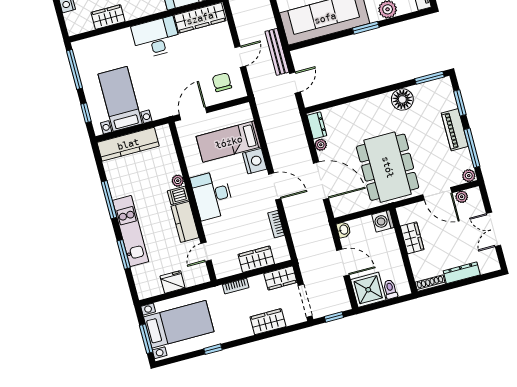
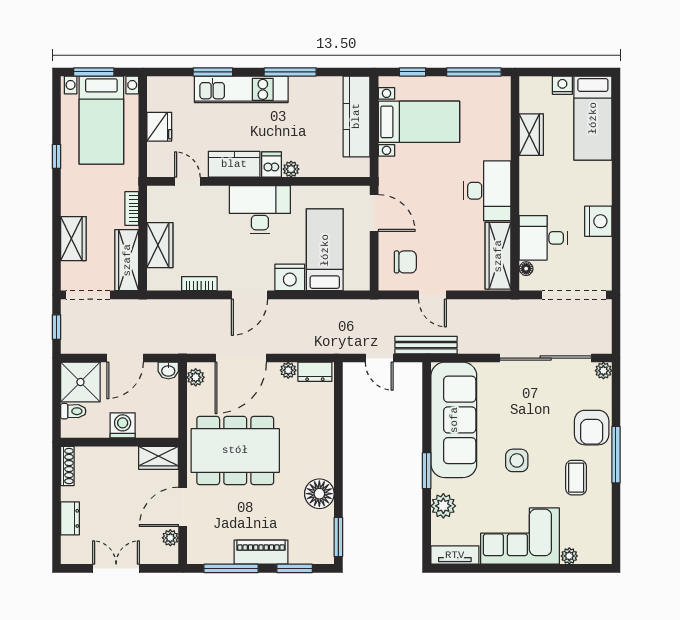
plant: (469, 176) -> (196, 377), moved
washing machine: (383, 221) -> (123, 425), moved
wardrobe: (412, 238) -> (159, 458), moved
dresser: (462, 273) -> (70, 518), width x0.70
wardrobe: (280, 278) -> (127, 260), width x1.50

